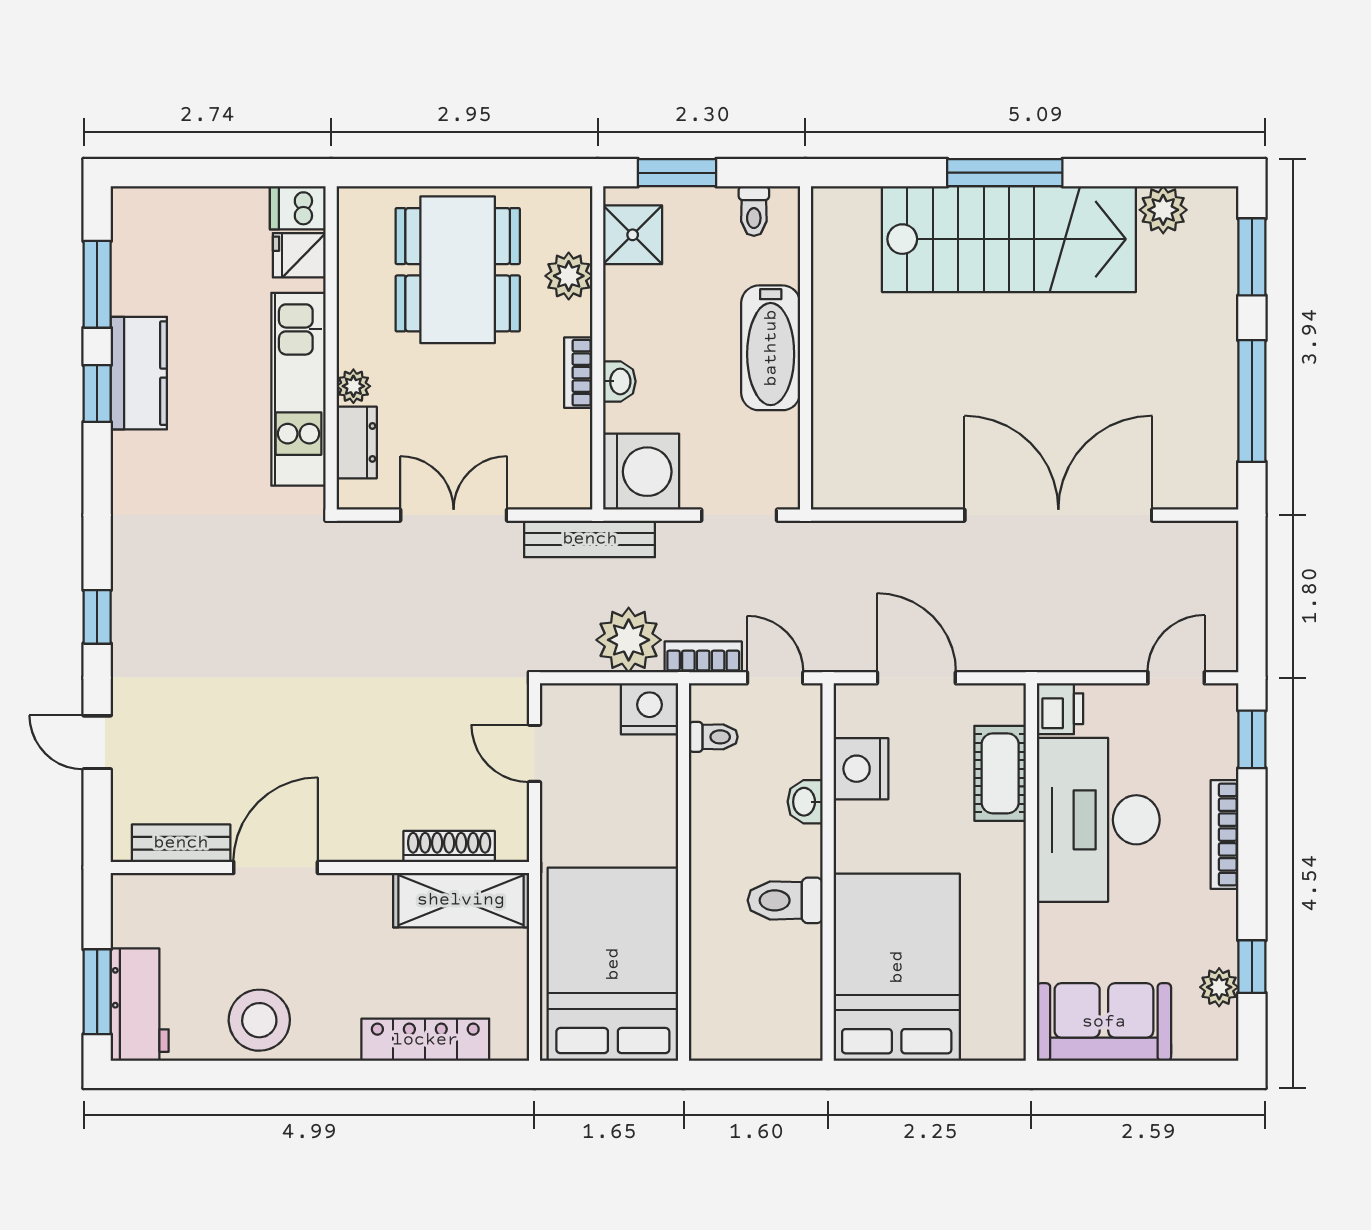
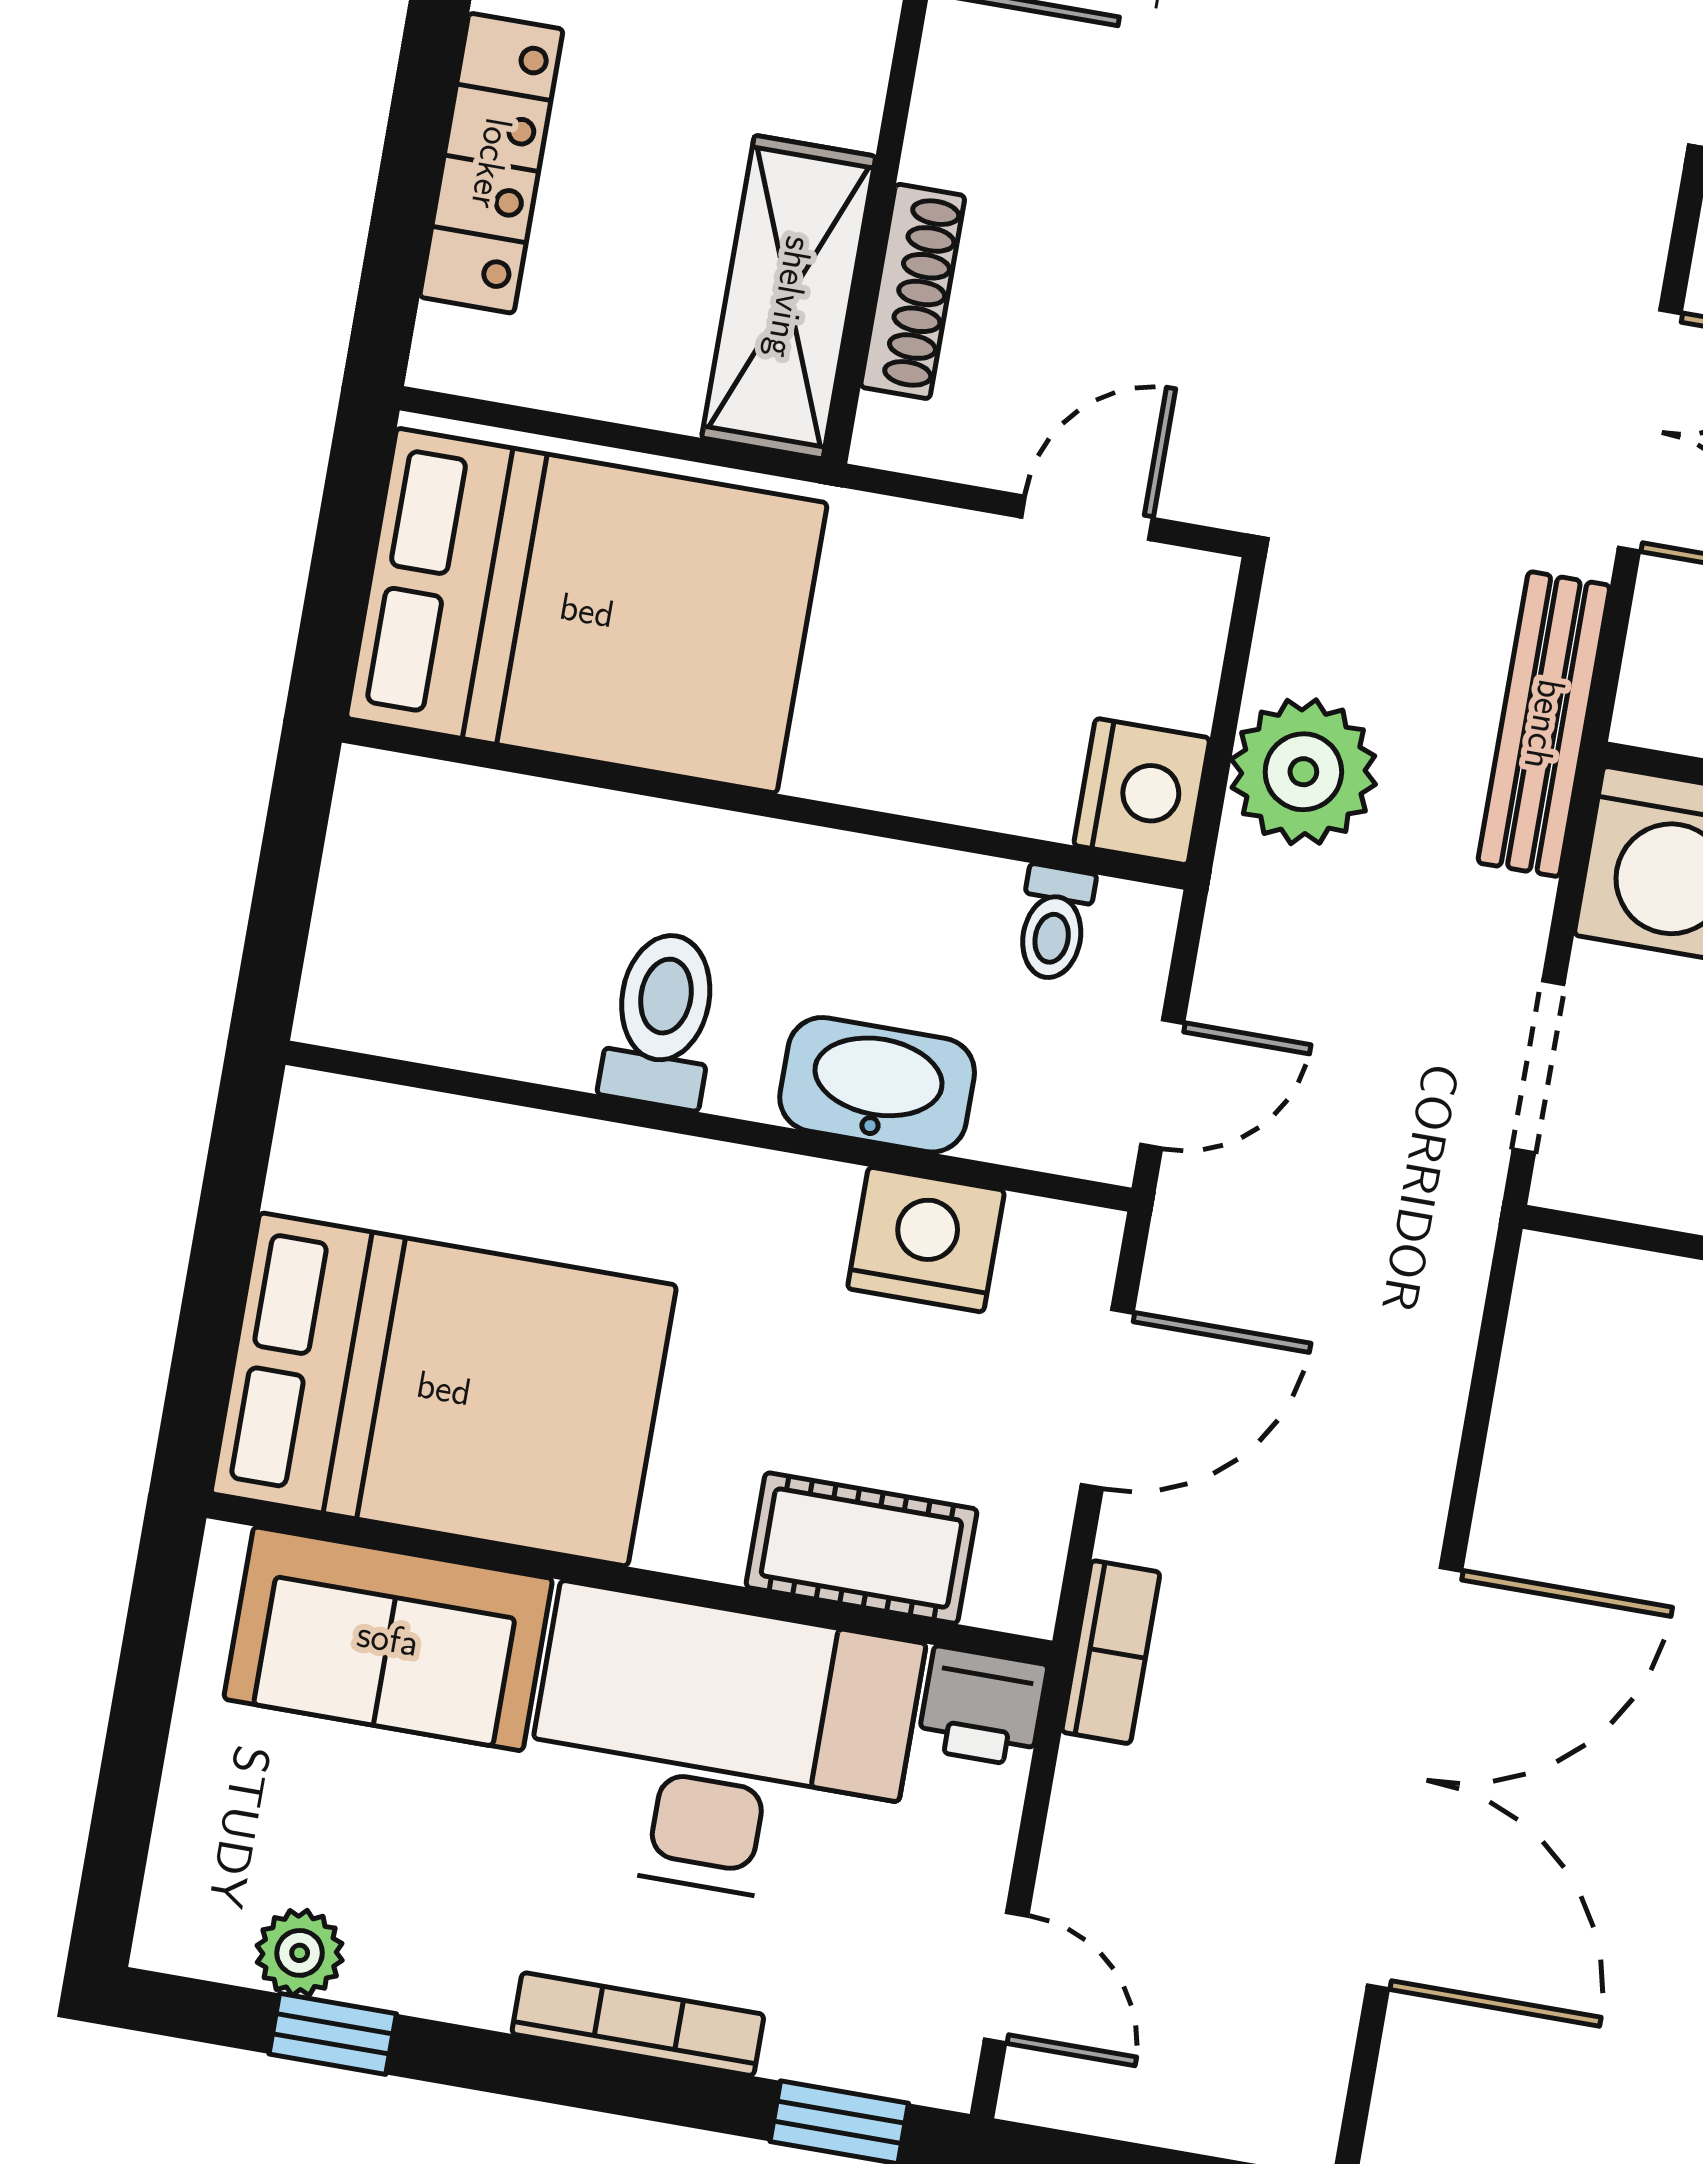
bookcase: (703, 657) -> (1111, 1652), moved
washbasin: (805, 802) -> (877, 1085), width x1.91, depth x1.45
bed: (897, 967) -> (444, 1389), moved
sofa: (1104, 1022) -> (388, 1639), moved, turned 90

